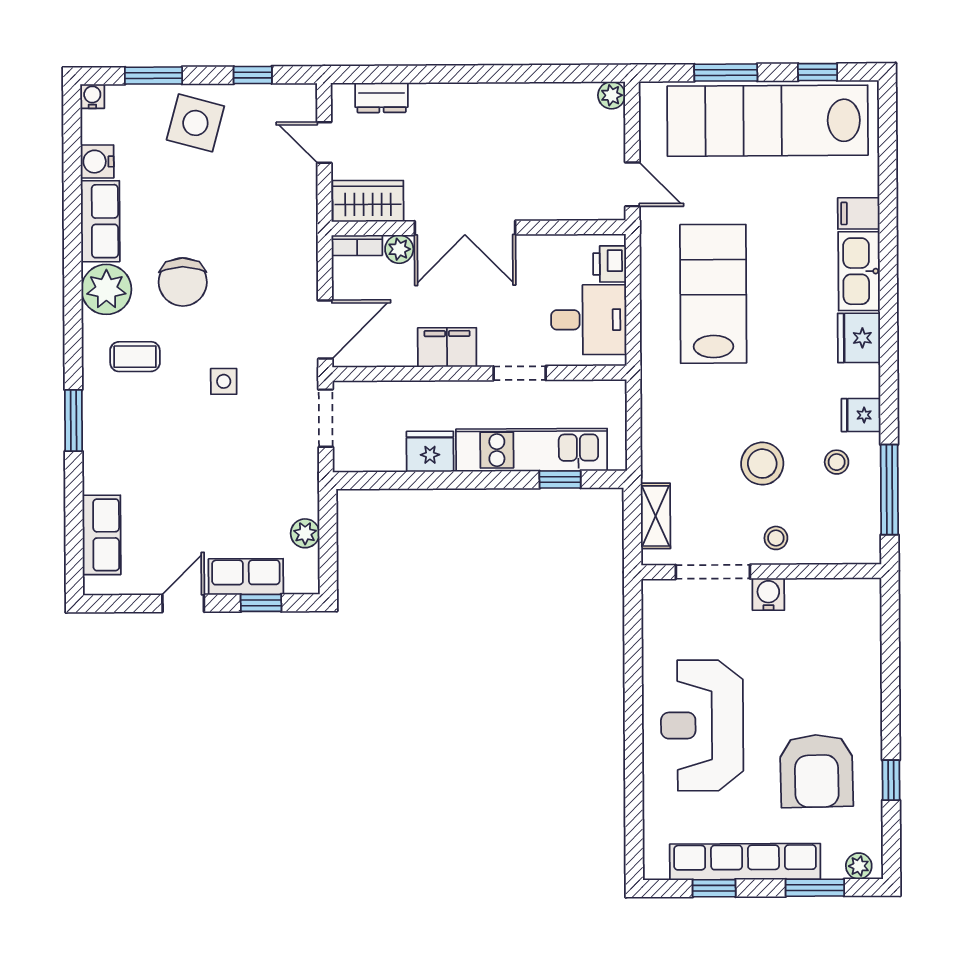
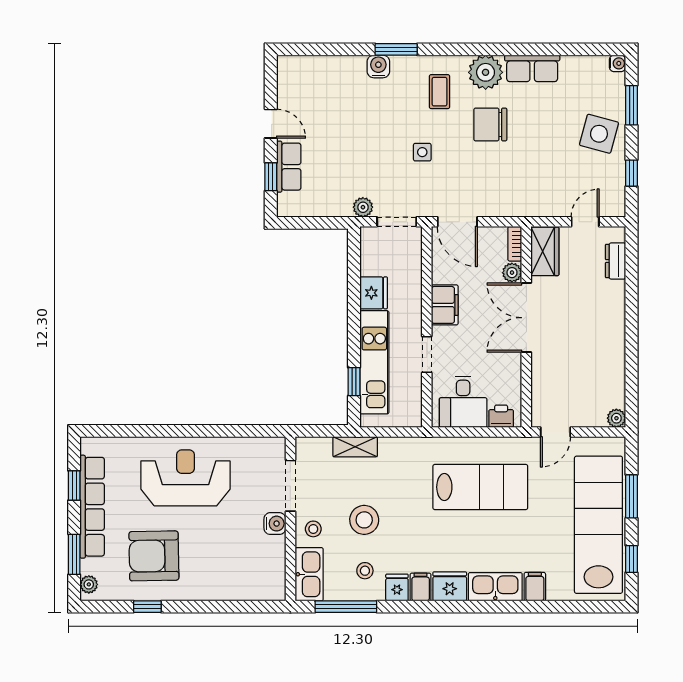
water cooler: (97, 162) -> (378, 66), moved
filing cabinet: (860, 381) -> (421, 587), added
shelving: (656, 516) -> (355, 447), moved
plant: (305, 533) -> (363, 207), moved
row of seats: (102, 535) -> (318, 68), removed
kitchen sink: (842, 544) -> (309, 574), added

